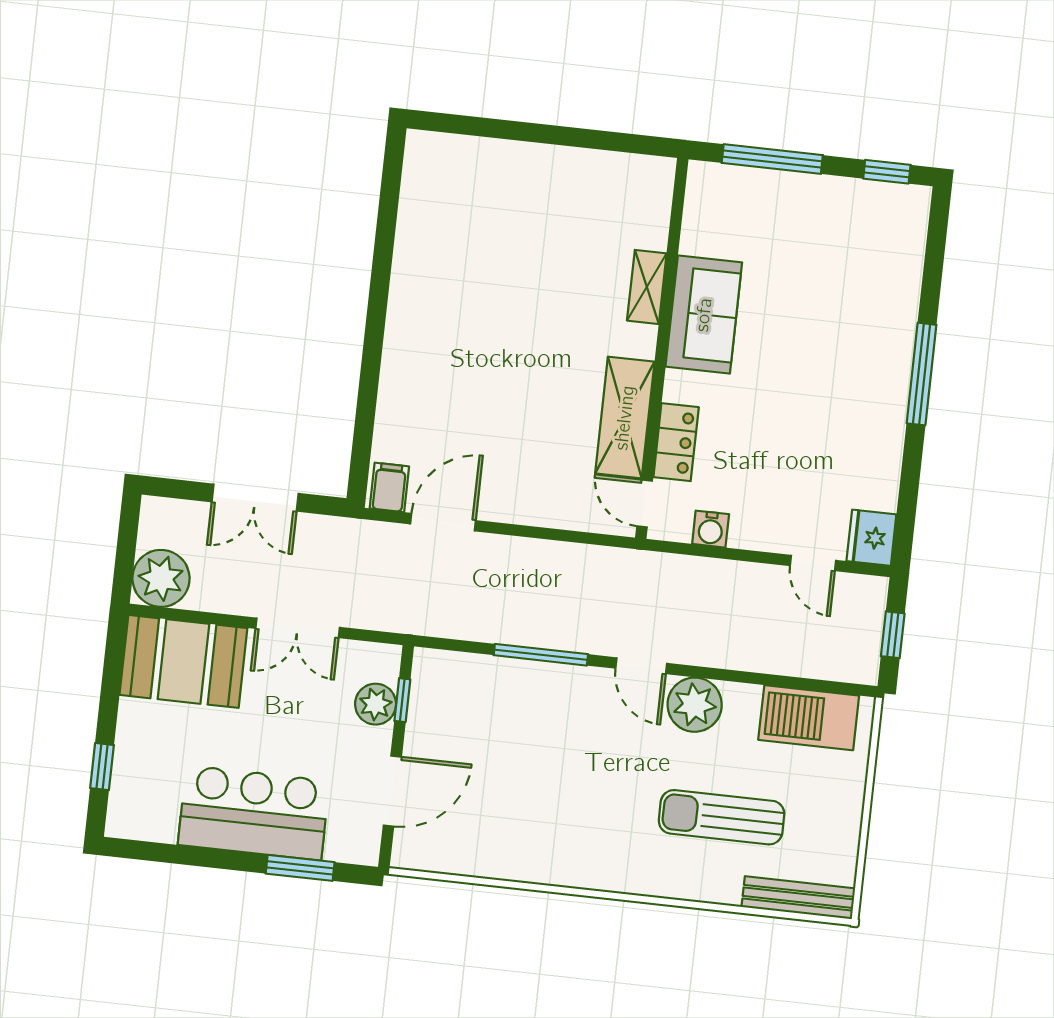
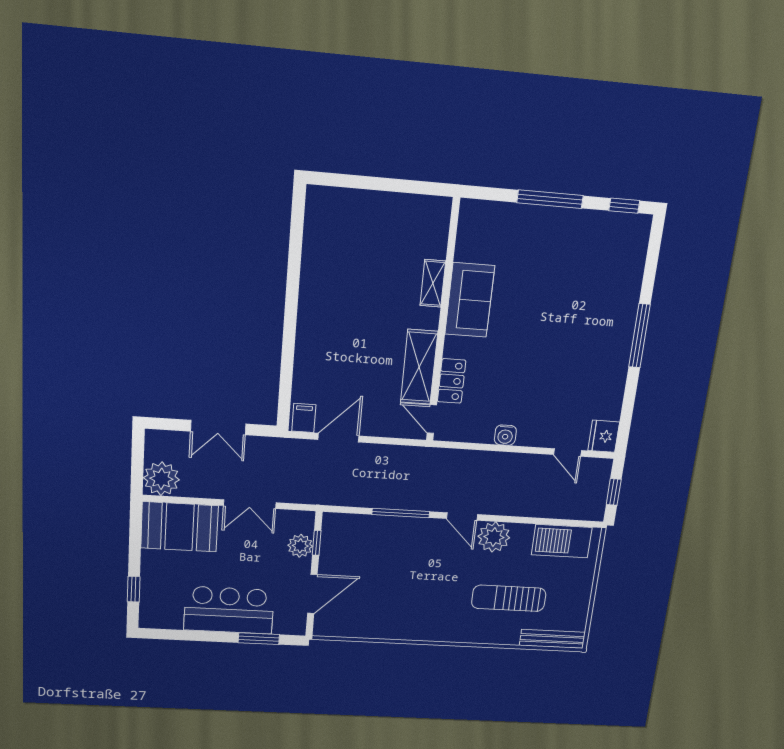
shelving: (647, 287) -> (433, 283), moved
sofa: (704, 315) -> (470, 300), moved
wall: (662, 348) -> (443, 323), moved
shelving: (625, 418) -> (419, 367), moved
locker: (676, 442) -> (452, 381), moved
door: (645, 503) -> (432, 419), moved

